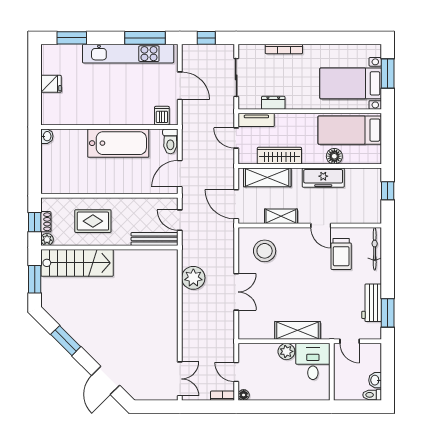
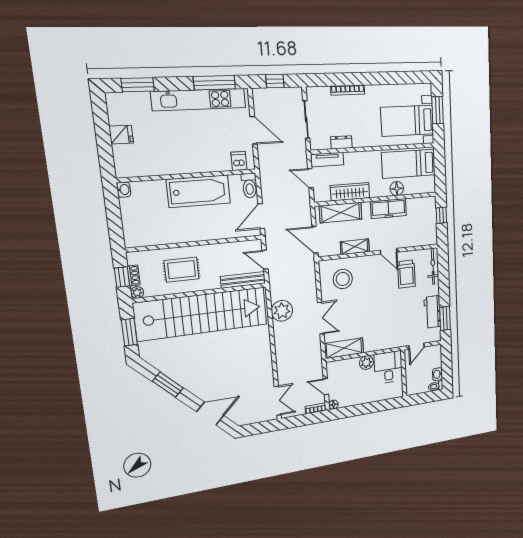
stairs: (77, 263) -> (202, 314), width x1.86, depth x1.51
shelving: (298, 330) -> (344, 348), moved
door: (350, 341) -> (417, 346), hinge flipped
door: (106, 380) -> (210, 414), swing flipped

